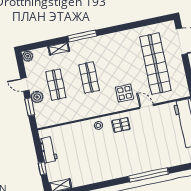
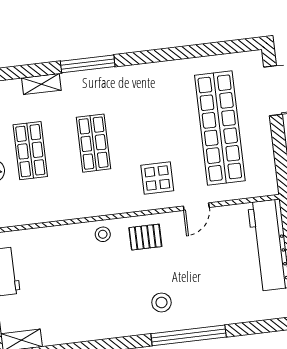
door: (147, 106) -> (196, 207), swing flipped
stool: (133, 159) -> (161, 302), added

